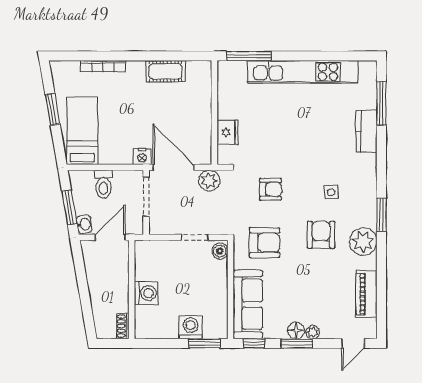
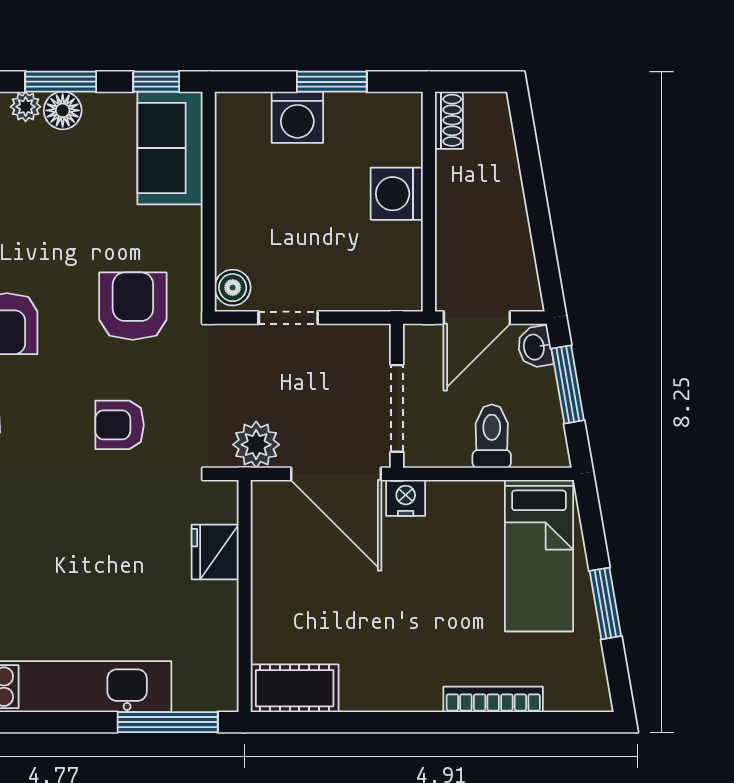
cot: (165, 71) -> (295, 688), moved
armchair: (264, 243) -> (133, 306), turned 90
sofa: (248, 304) -> (170, 148), width x0.73
window: (205, 343) -> (332, 82), moved

